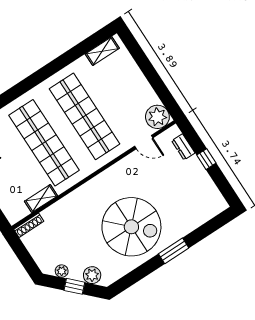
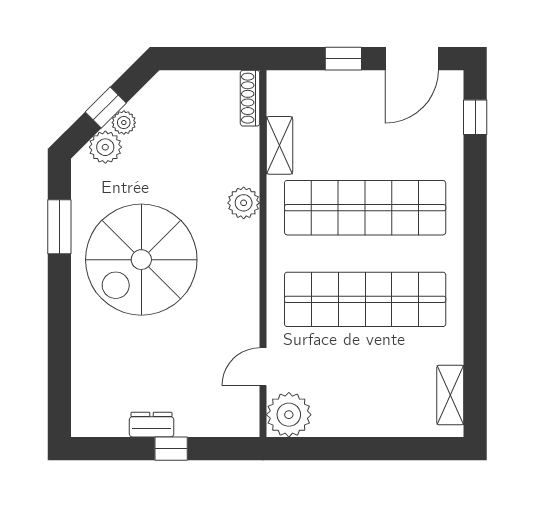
dresser: (183, 147) -> (152, 425), moved
plant: (77, 198) -> (244, 203), added
window: (174, 251) -> (59, 227), moved
plant: (62, 271) -> (124, 123), moved

